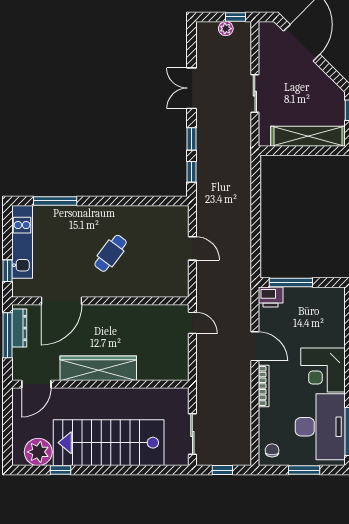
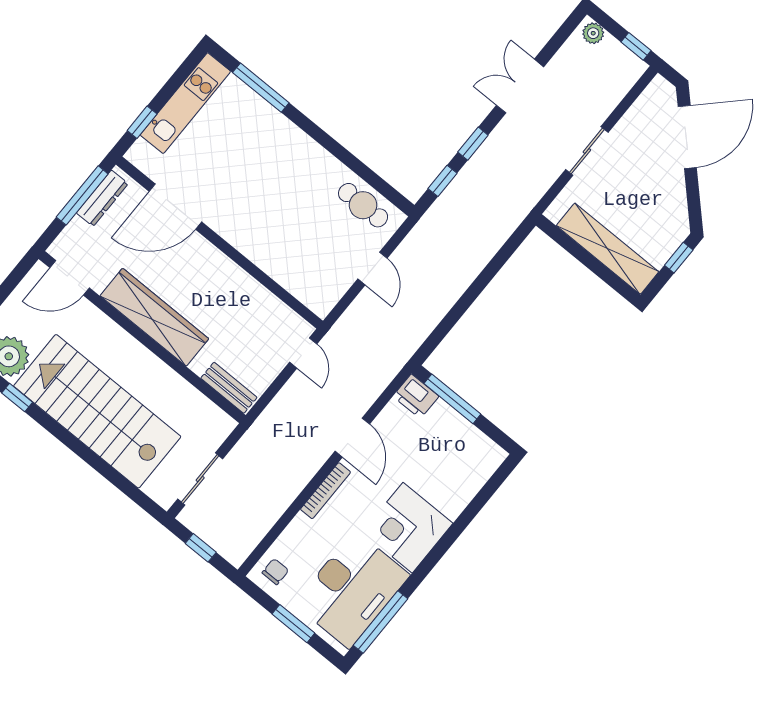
plant: (226, 29) -> (593, 33), moved
cafe table: (111, 253) -> (363, 205), moved, turned 53
bench: (168, 373) -> (229, 388), added

